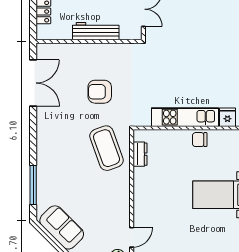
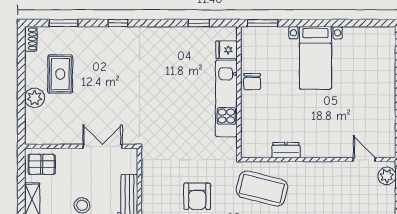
coffee table: (107, 148) -> (262, 189), turned 34
dresser: (140, 154) -> (286, 150), moved

